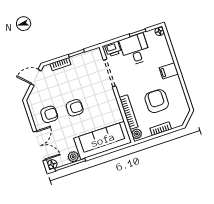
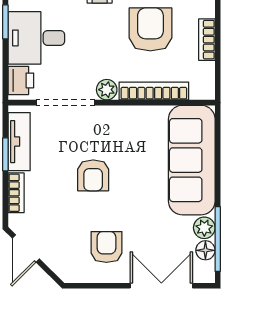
tv unit: (84, 58) -> (19, 142), added
armchair: (157, 101) -> (150, 29), turned 90
armchair: (75, 108) -> (93, 175), moved, turned 180
plant: (137, 134) -> (107, 90), moved
floor lamp: (52, 164) -> (205, 250), moved

